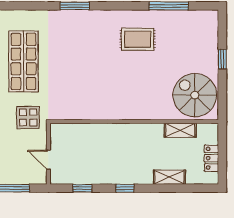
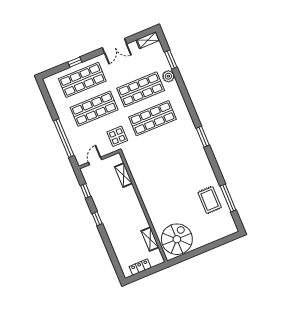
rug: (138, 39) -> (210, 200), moved
window: (222, 59) -> (208, 247), removed
shelving: (169, 177) -> (123, 175), moved

